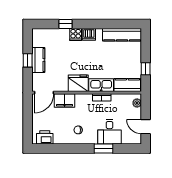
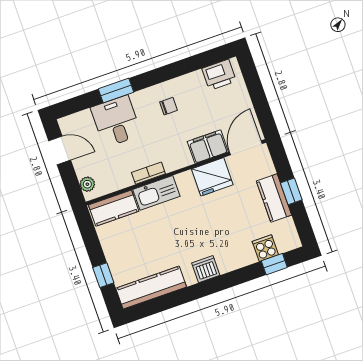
window: (66, 24) -> (274, 264), moved
cooker: (76, 34) -> (265, 248), moved
window: (146, 69) -> (103, 275), moved
fridge: (78, 83) -> (212, 177), moved

